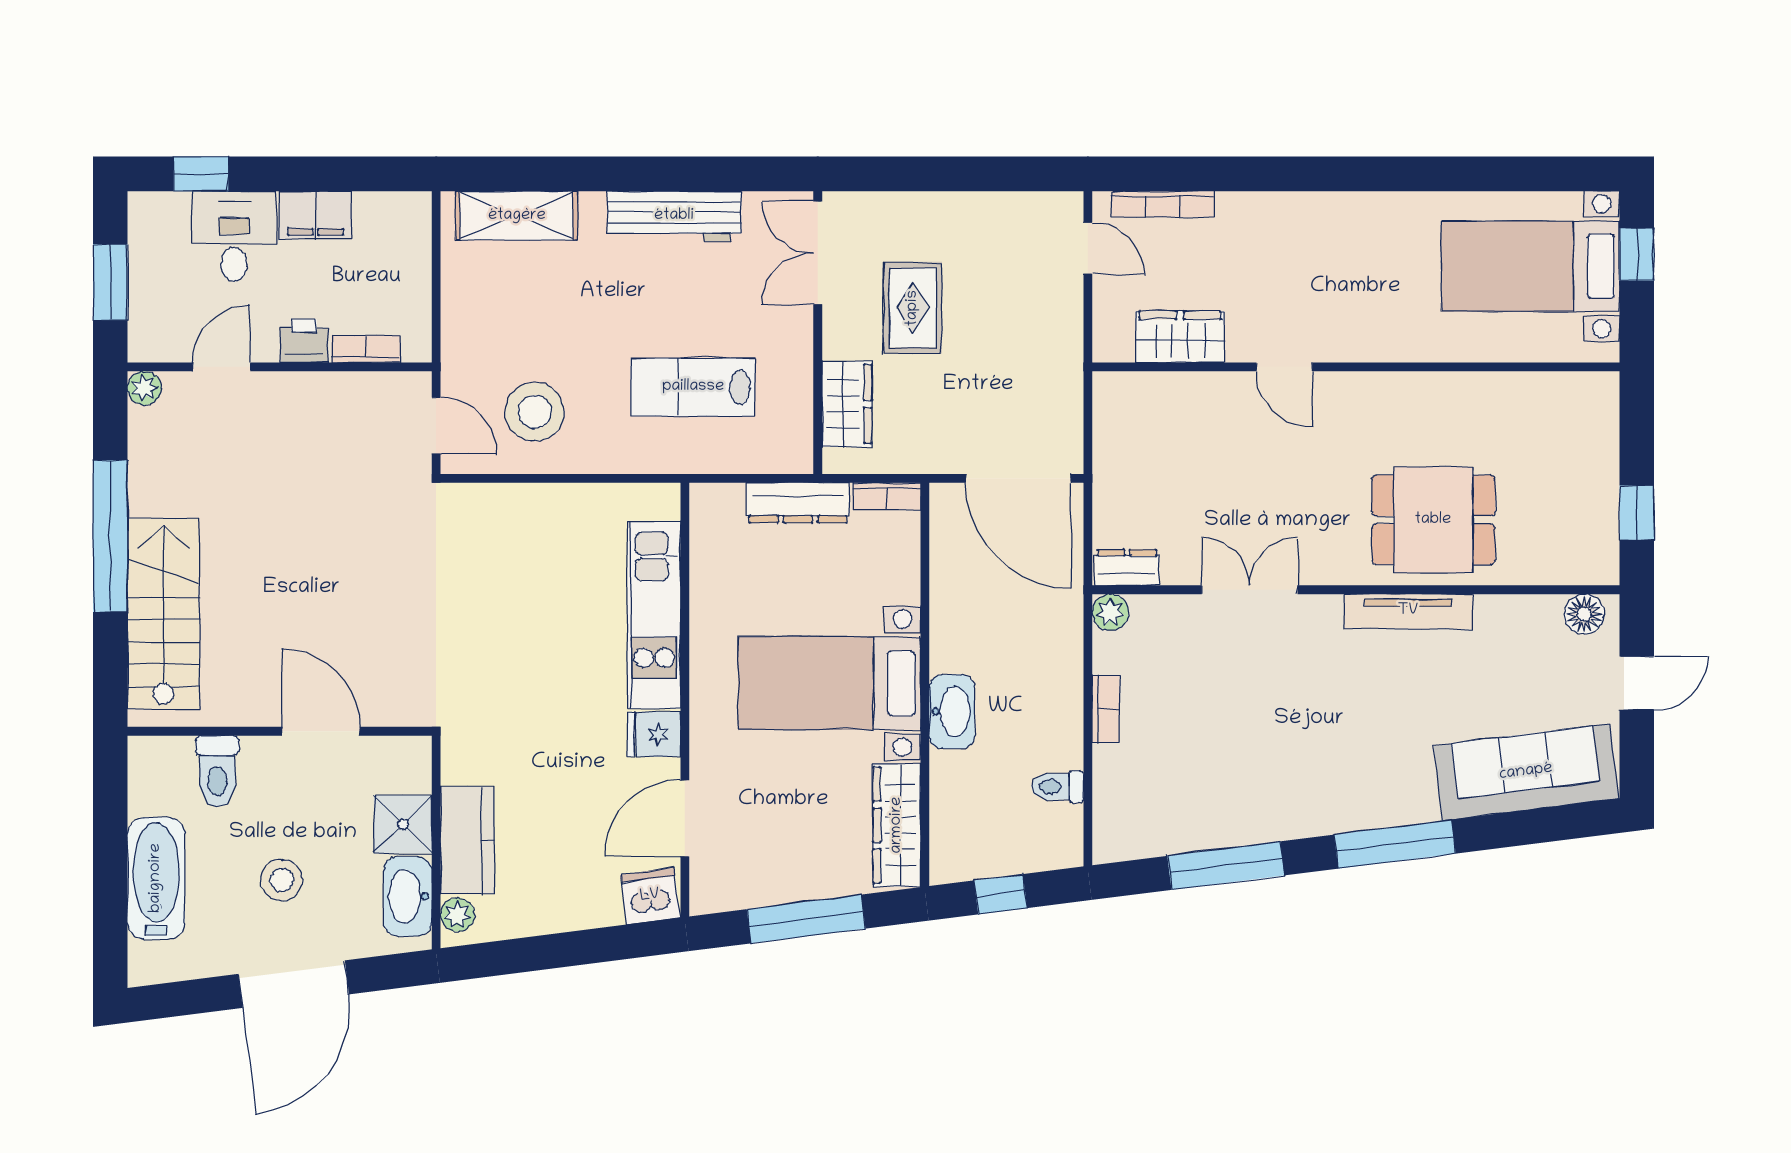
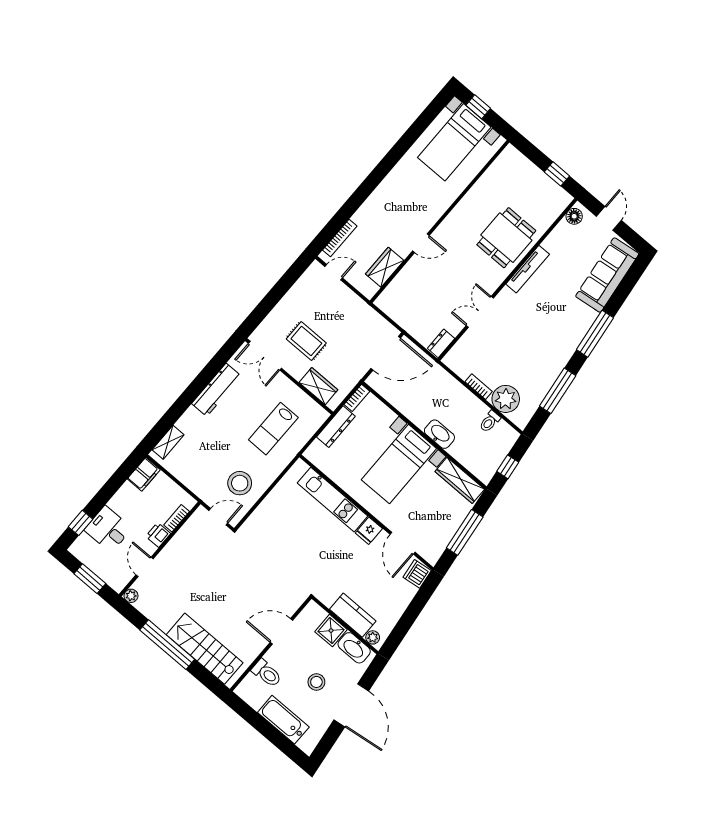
filing cabinet: (315, 215) -> (144, 474), moved
shelving: (517, 216) -> (168, 442), width x0.67, depth x0.75
plant: (1110, 612) -> (506, 399), moved, width x1.88, depth x1.88

